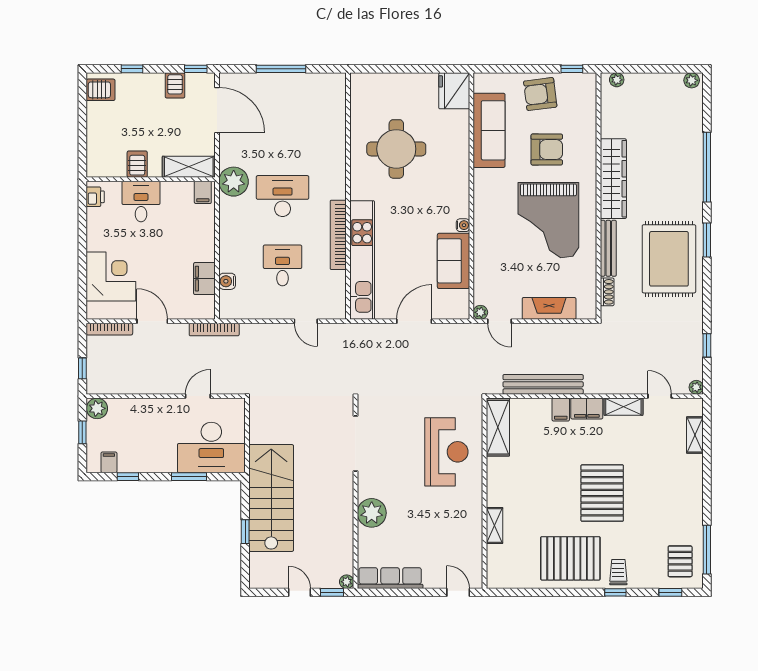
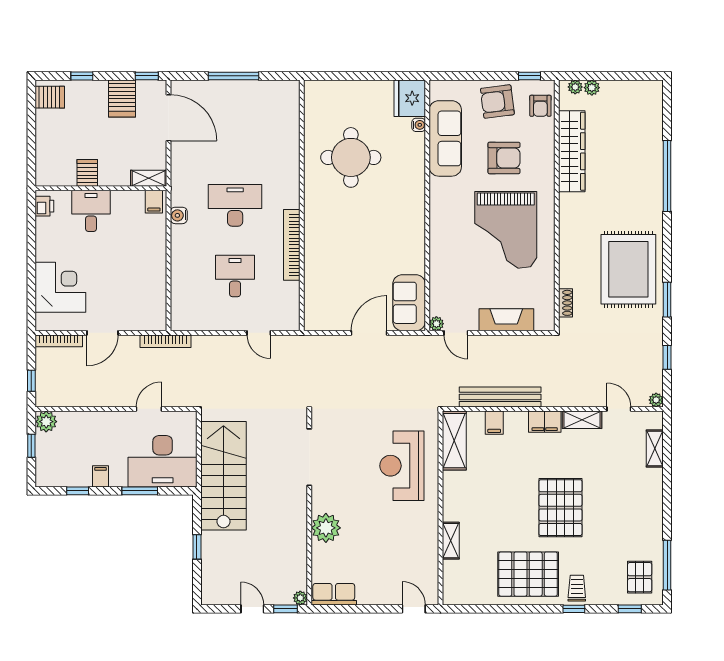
plant: (692, 80) -> (592, 88), moved
server rack: (175, 85) -> (122, 98), width x1.36, depth x1.44
armchair: (583, 98) -> (540, 106), added
shelving: (189, 167) -> (149, 178), width x0.67, depth x0.75
wardrobe: (613, 179) -> (572, 151), moved
plant: (234, 182) -> (185, 191), removed
water cooler: (463, 225) -> (419, 125), moved
window: (707, 240) -> (667, 300), moved
bench: (608, 248) -> (567, 258), removed
kitchen unit: (362, 260) -> (316, 270), removed
sofa: (453, 261) -> (409, 303), moved
filing cabinet: (204, 279) -> (156, 289), removed
water cooler: (227, 281) -> (179, 215), moved
door: (152, 321) -> (102, 333), swing flipped
filing cabinet: (561, 410) -> (494, 423), moved
reception desk: (446, 452) -> (402, 466), turned 180
filing cabinet: (109, 462) -> (101, 476), moved
stairs: (271, 498) -> (223, 476), moved
row of seats: (390, 578) -> (334, 594), width x0.68

